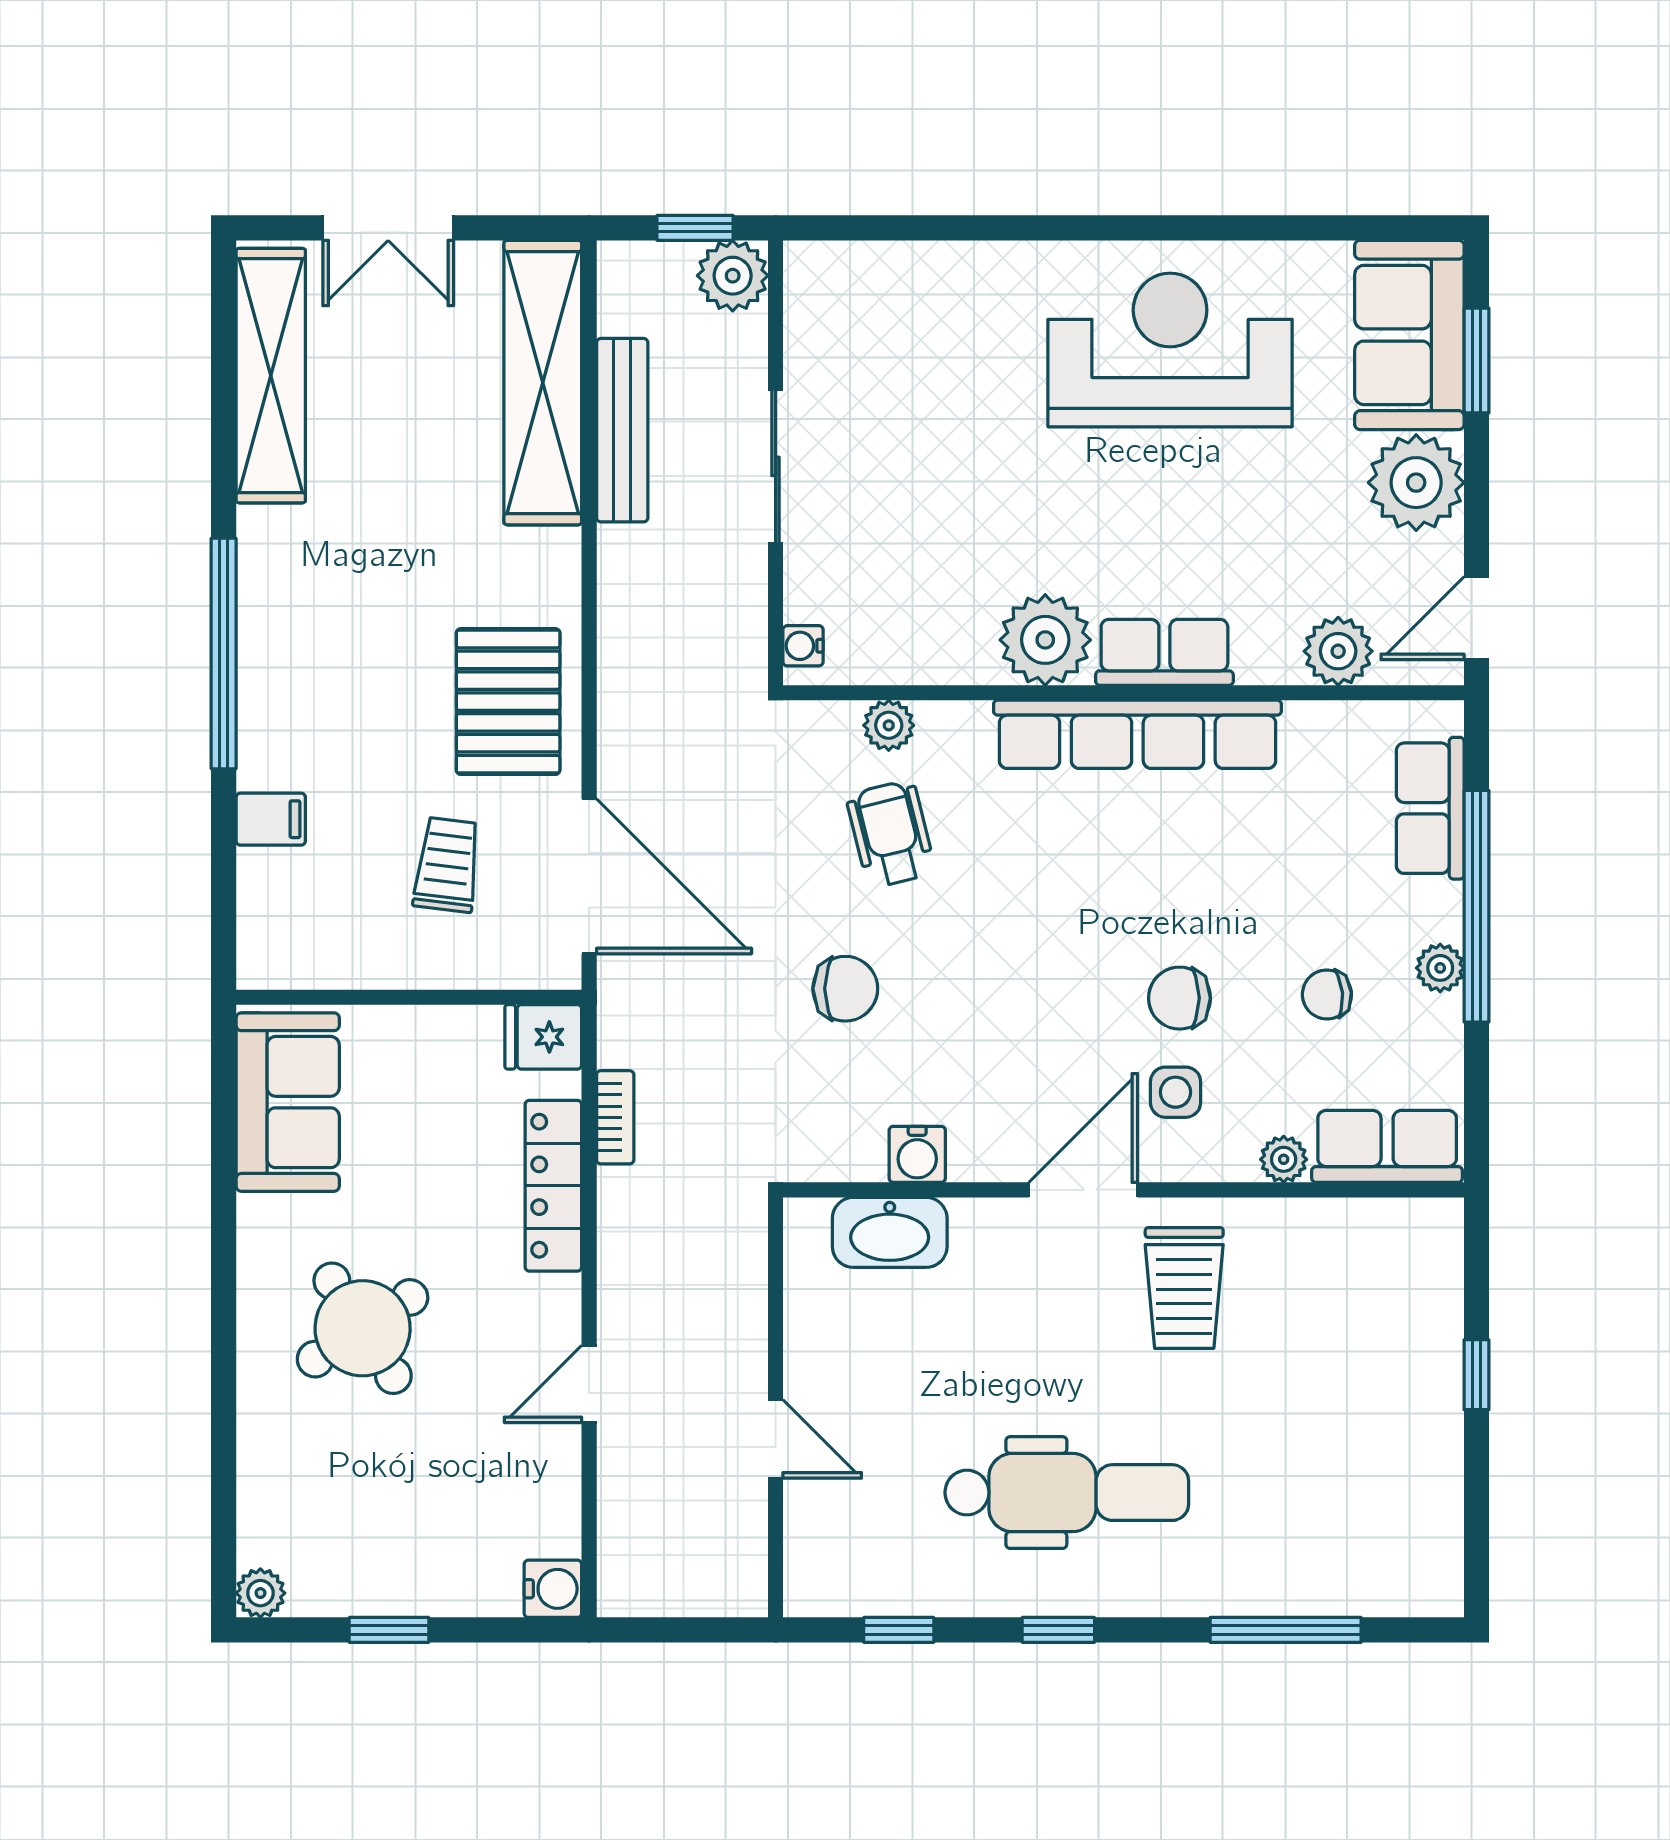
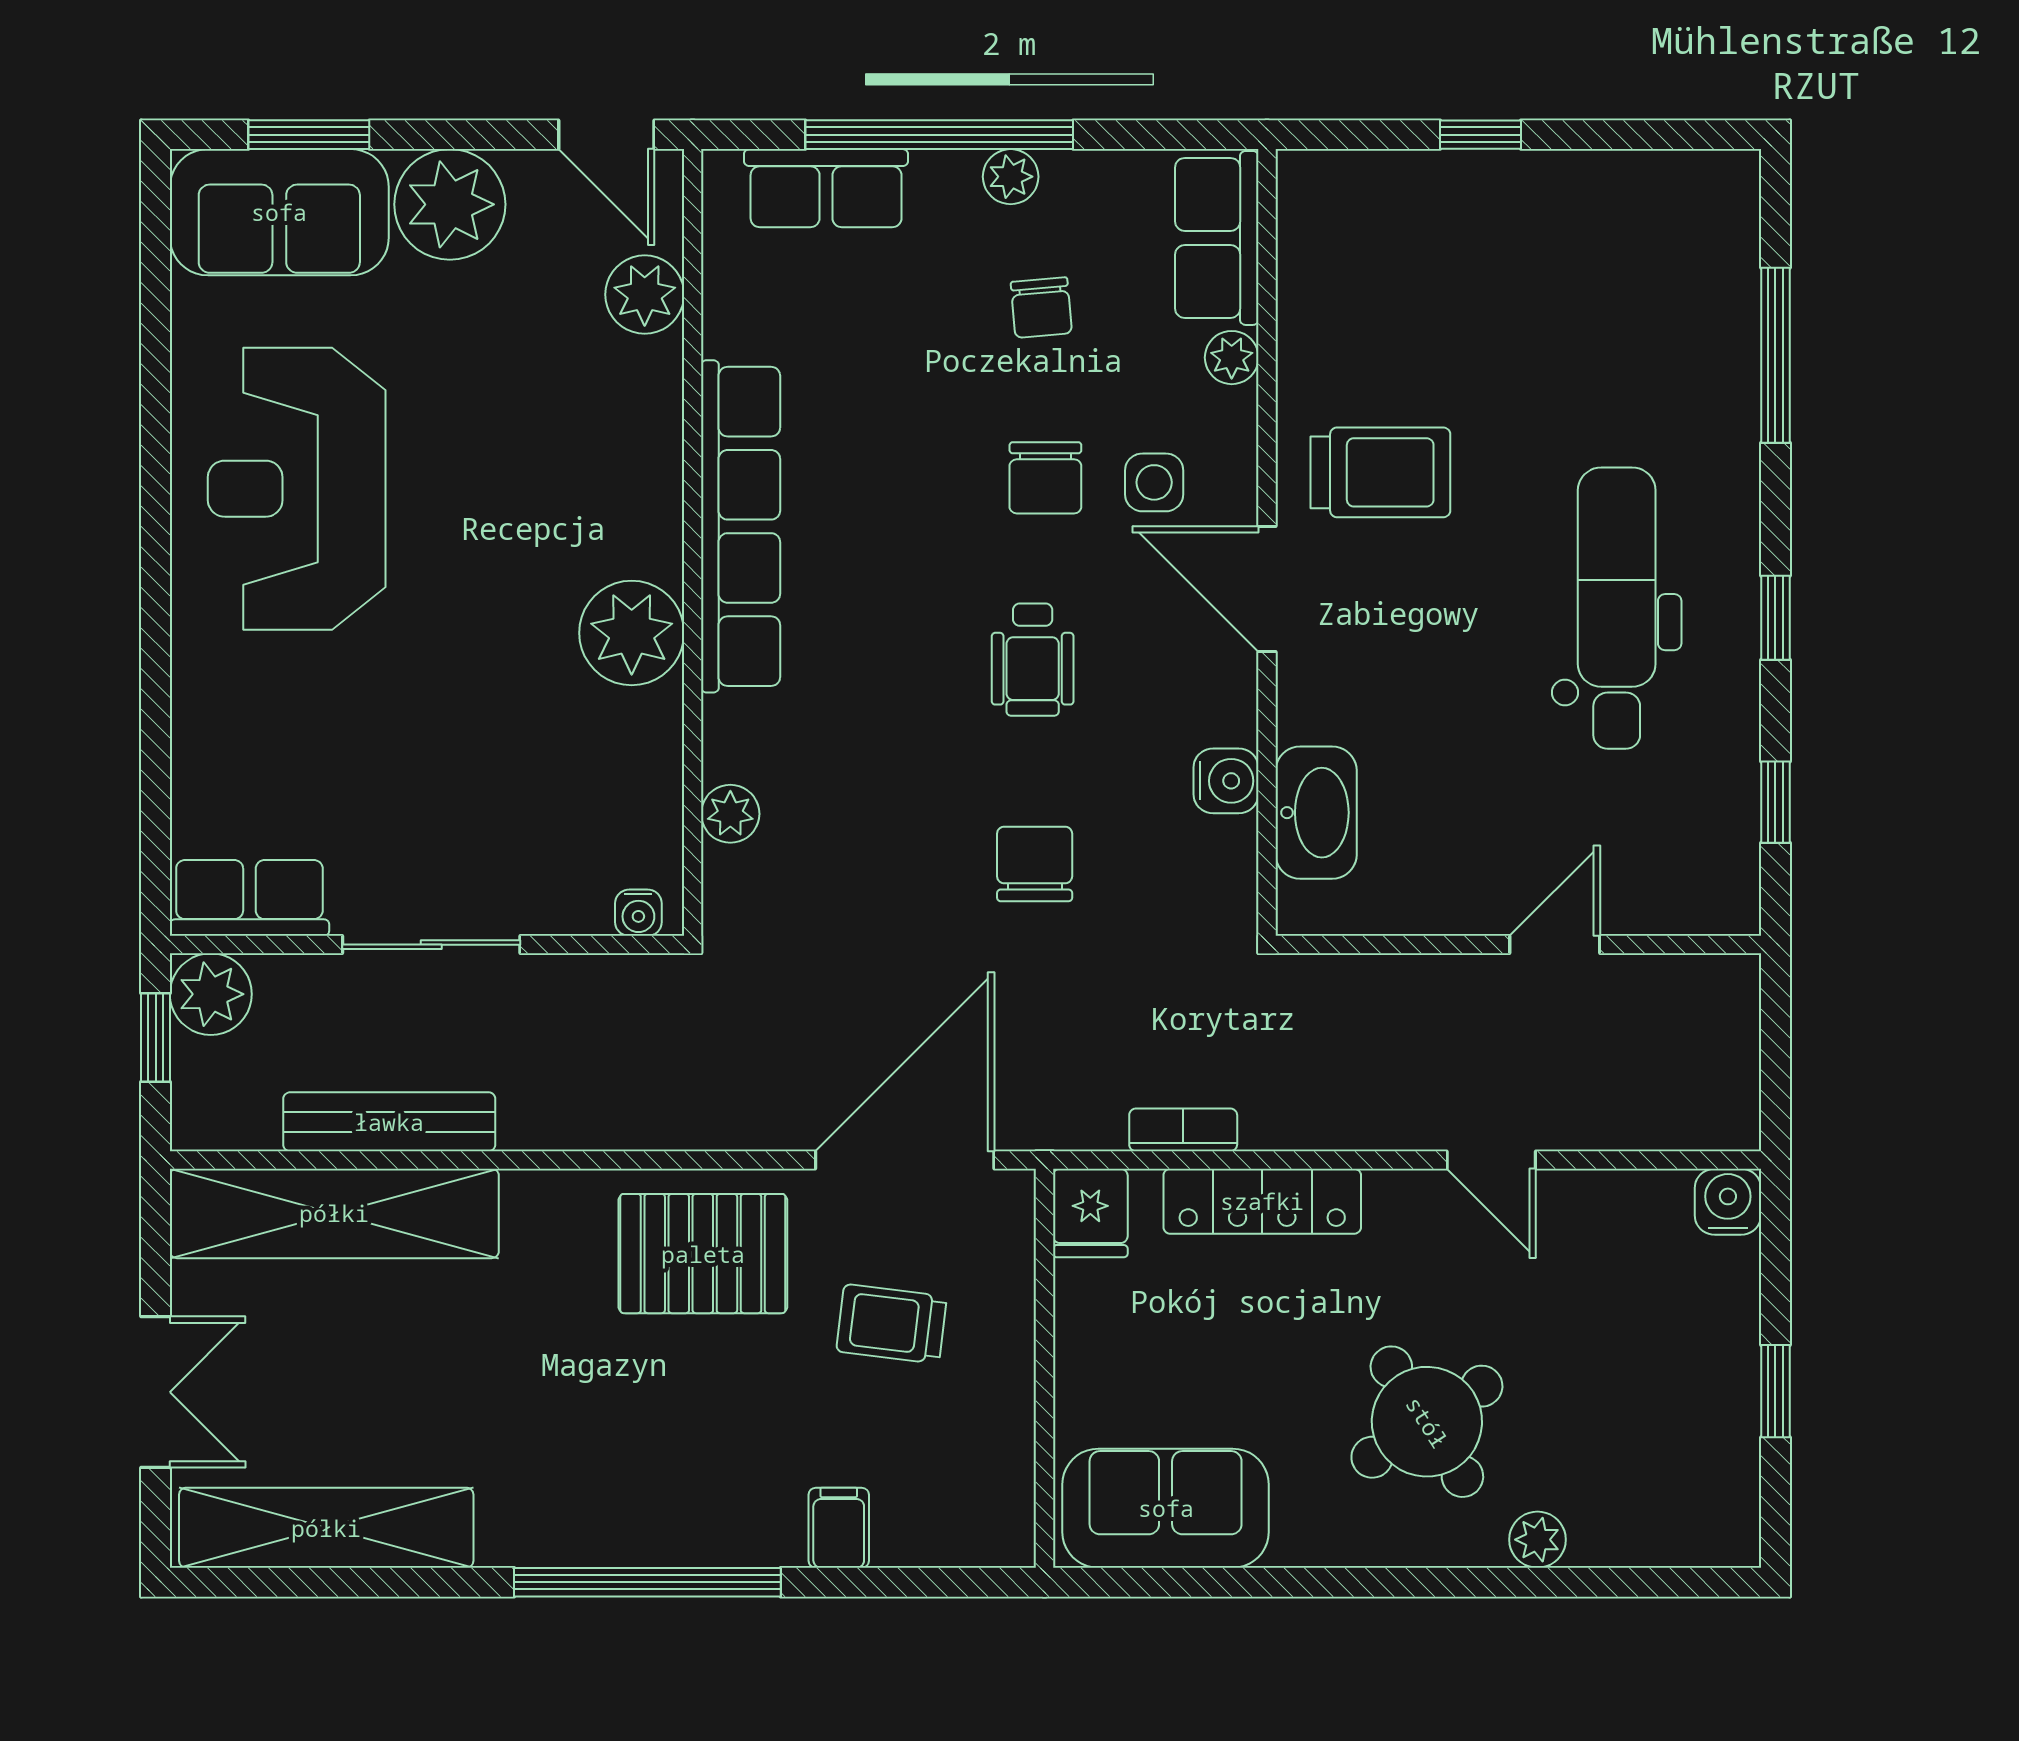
row of seats: (1164, 652) -> (249, 898), moved, turned 90
wheelchair: (891, 834) -> (1033, 660), moved, turned -76
plant: (260, 1593) -> (1537, 1540), moved

